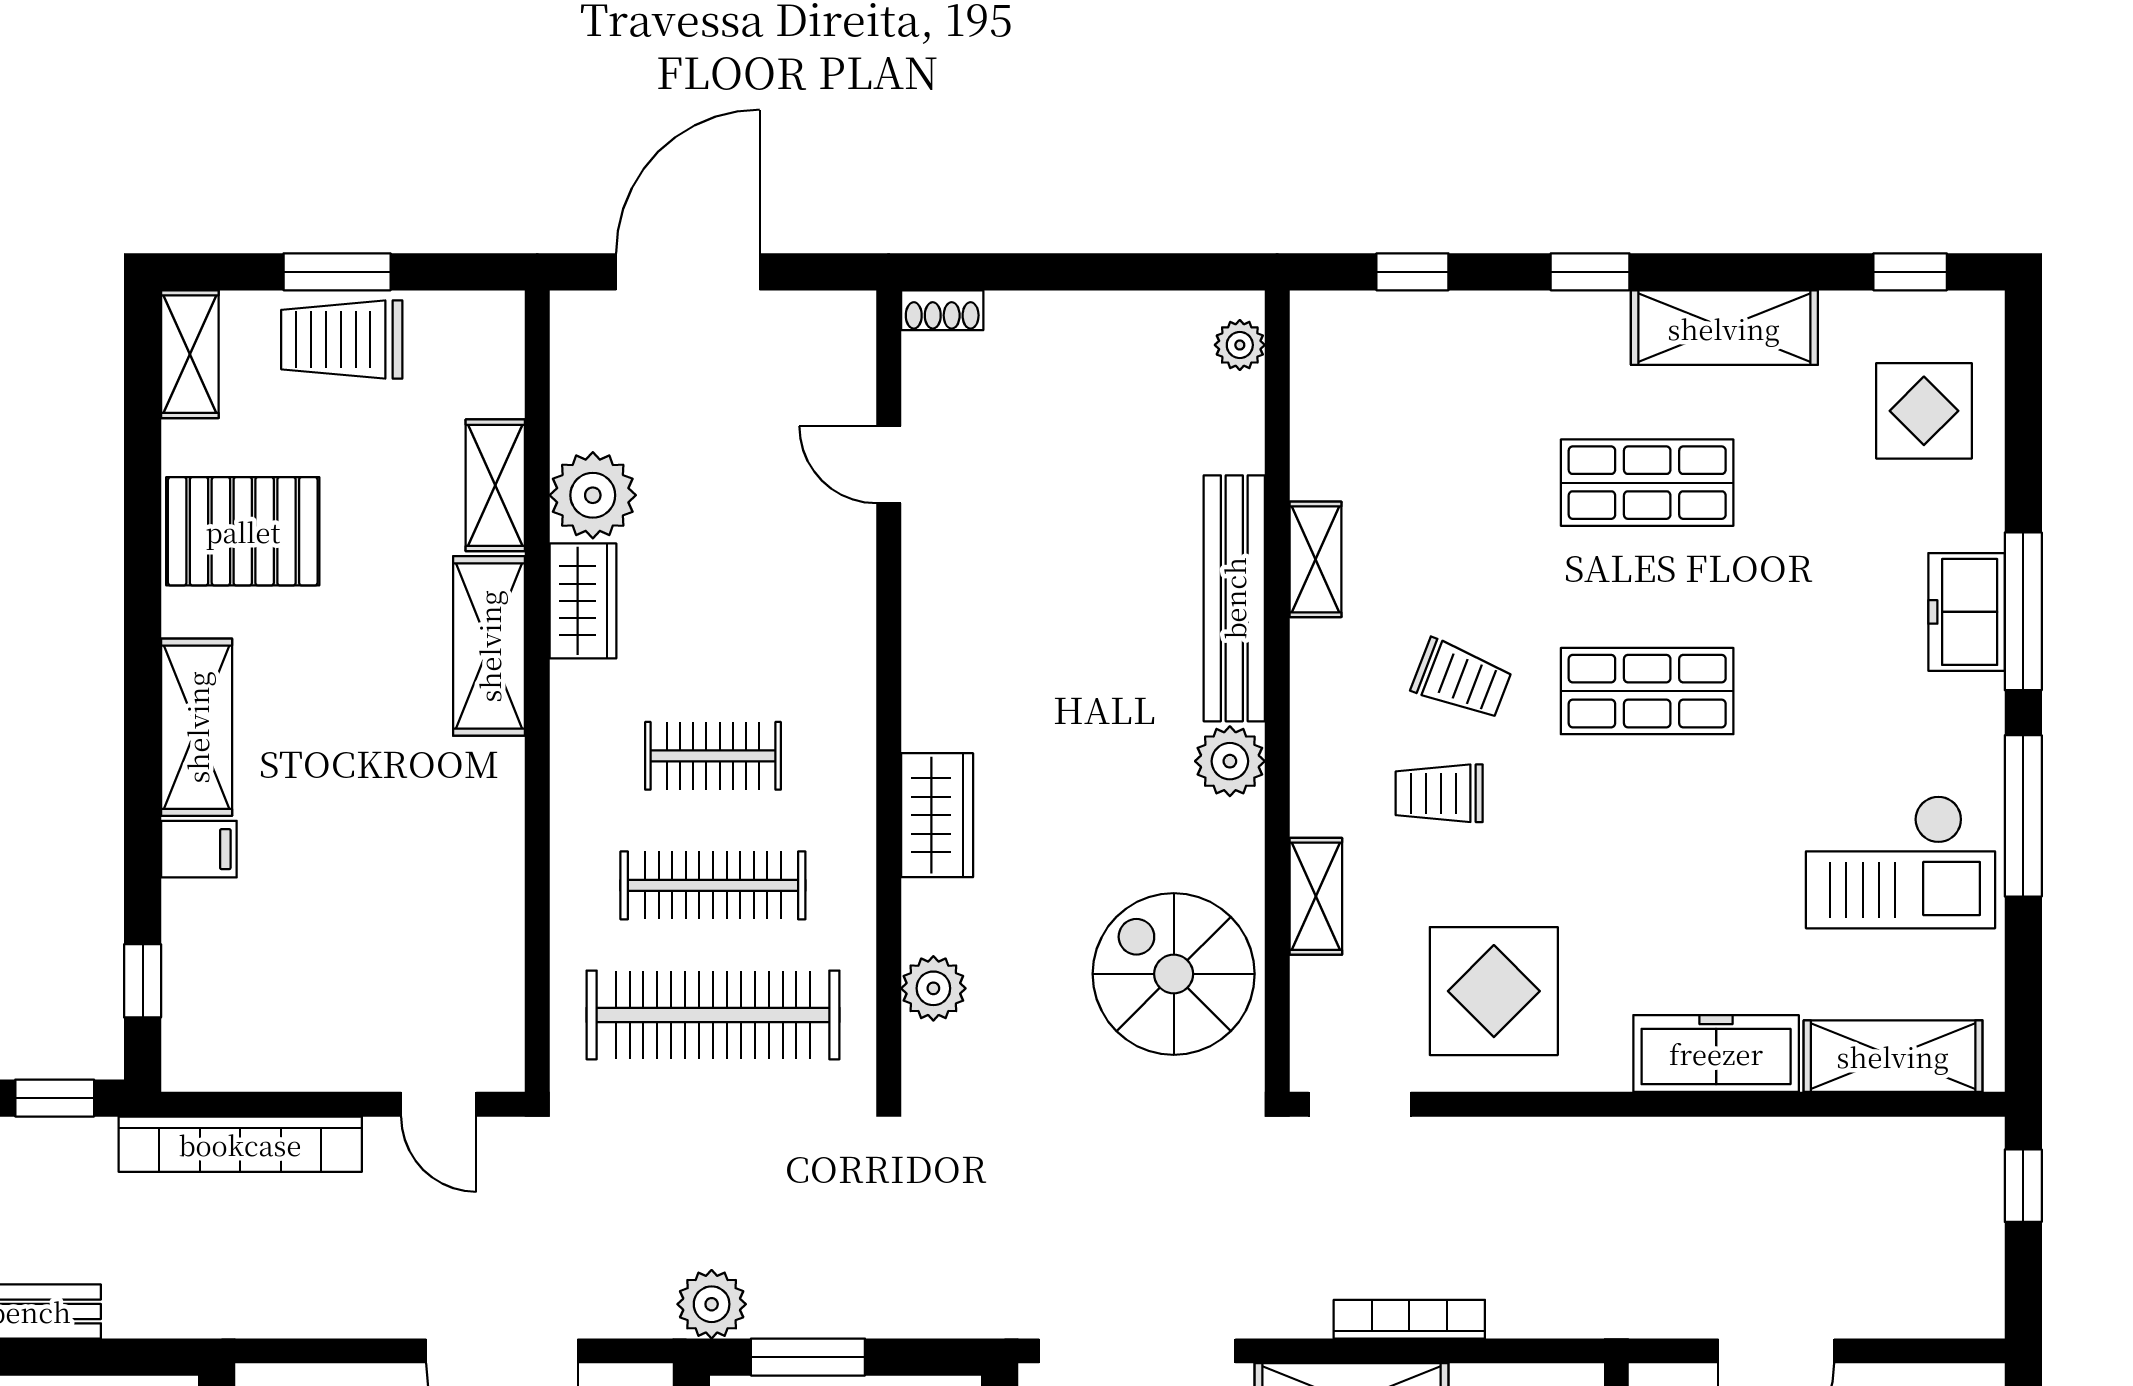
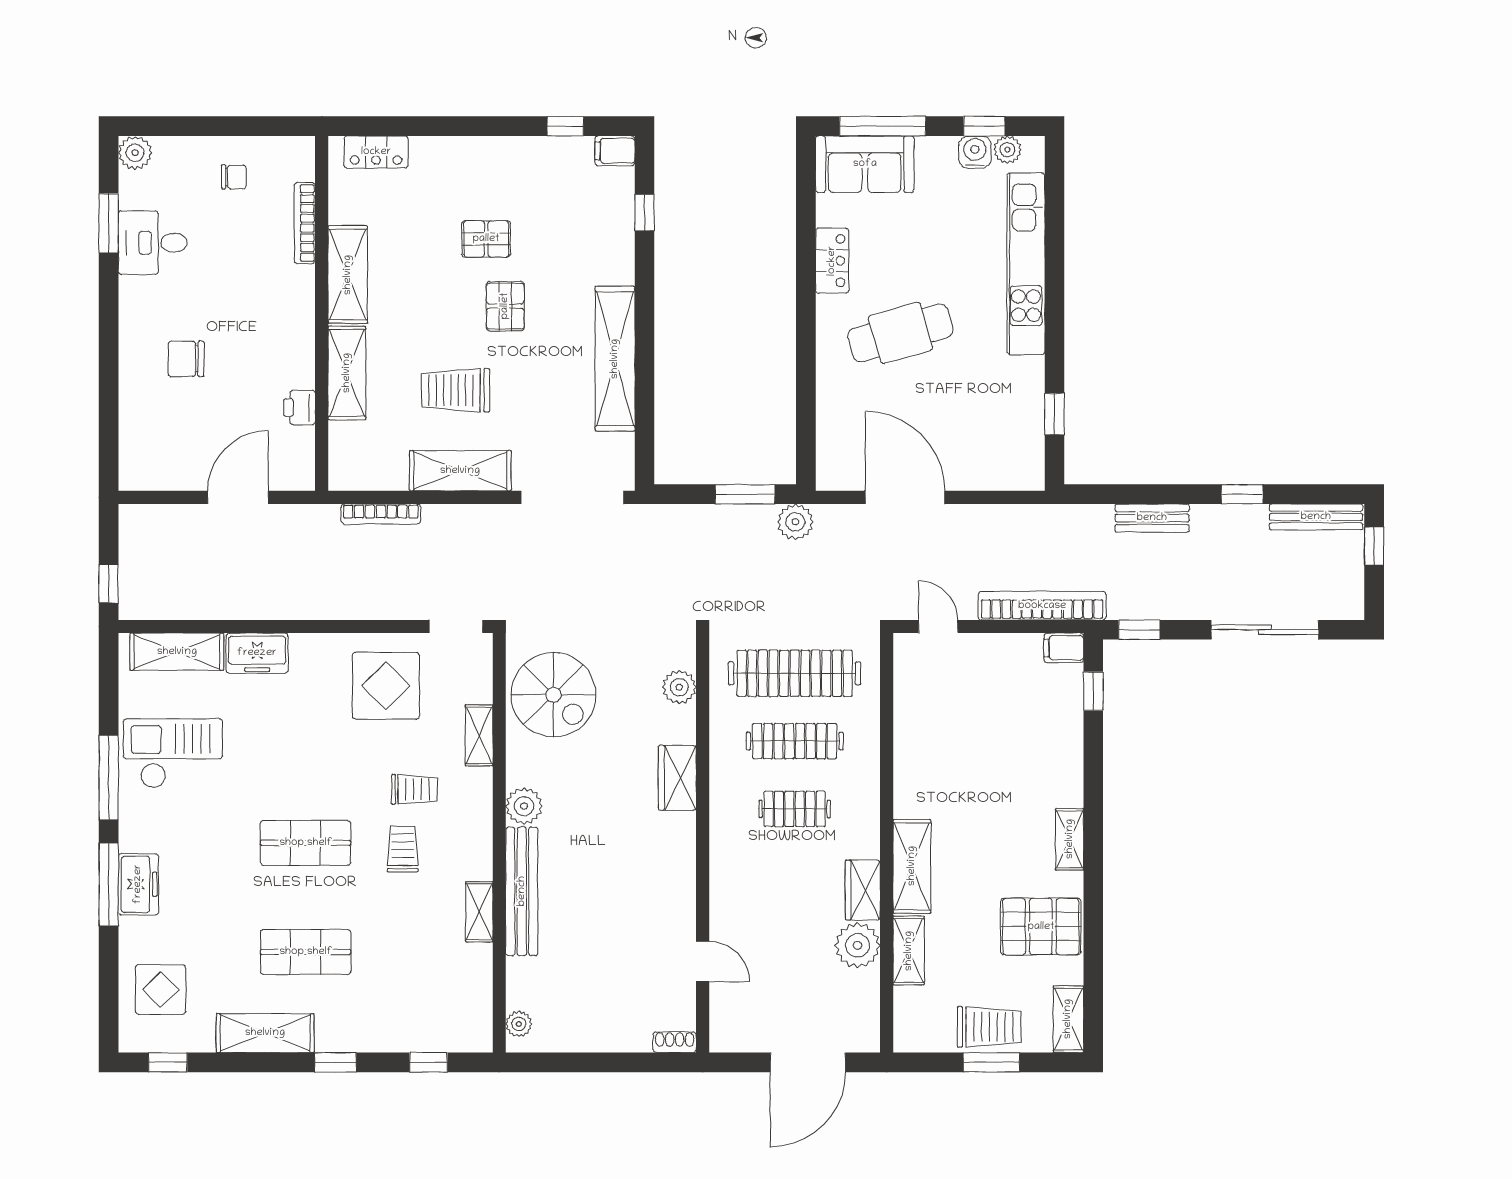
trolley: (1462, 679) -> (403, 849), turned 69
shelving: (197, 727) -> (1070, 839), width x0.67, depth x0.75
filing cabinet: (199, 849) -> (1064, 648), moved
freezer: (1716, 1053) -> (257, 653), width x0.71
bookcase: (1409, 1319) -> (381, 514), moved

